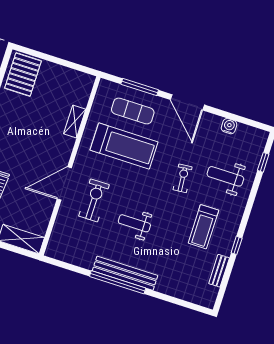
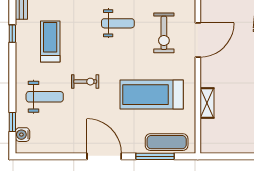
exercise mat: (133, 111) -> (167, 142), moved
water cooler: (229, 126) -> (23, 135), moved, turned 90
exercise bike: (183, 178) -> (85, 82), turned -85

